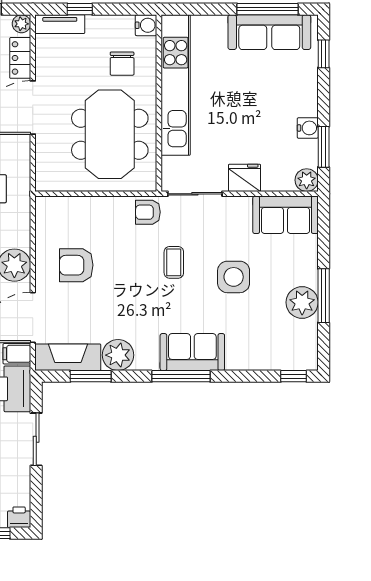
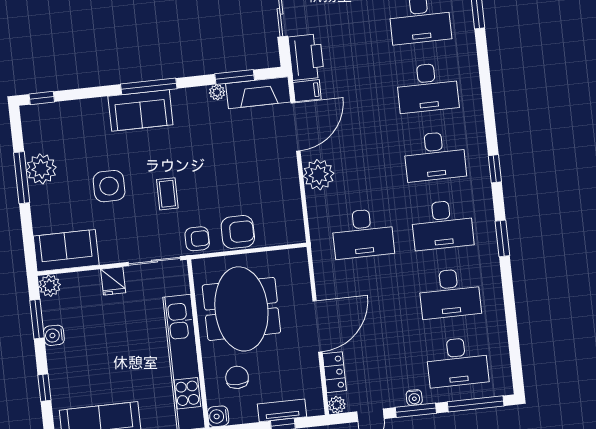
tv unit: (60, 24) -> (282, 410), moved
window: (324, 54) -> (44, 388), moved
fridge: (244, 178) -> (113, 281), width x0.72
armchair: (76, 265) -> (238, 232), moved
plant: (118, 355) -> (217, 92), width x0.53, depth x0.53

